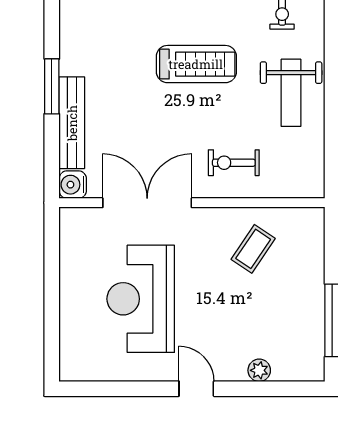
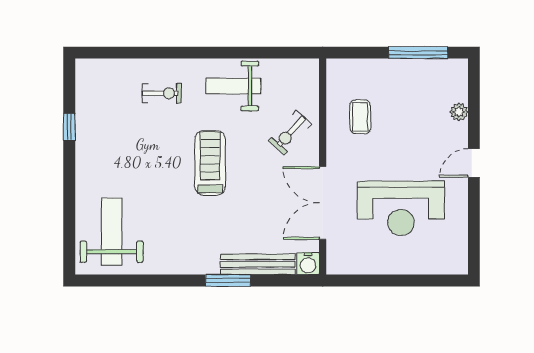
weight bench: (291, 93) -> (233, 86), turned 180
exercise bike: (234, 163) -> (290, 133), turned 42
coffee table: (253, 249) -> (360, 117), turned 56

